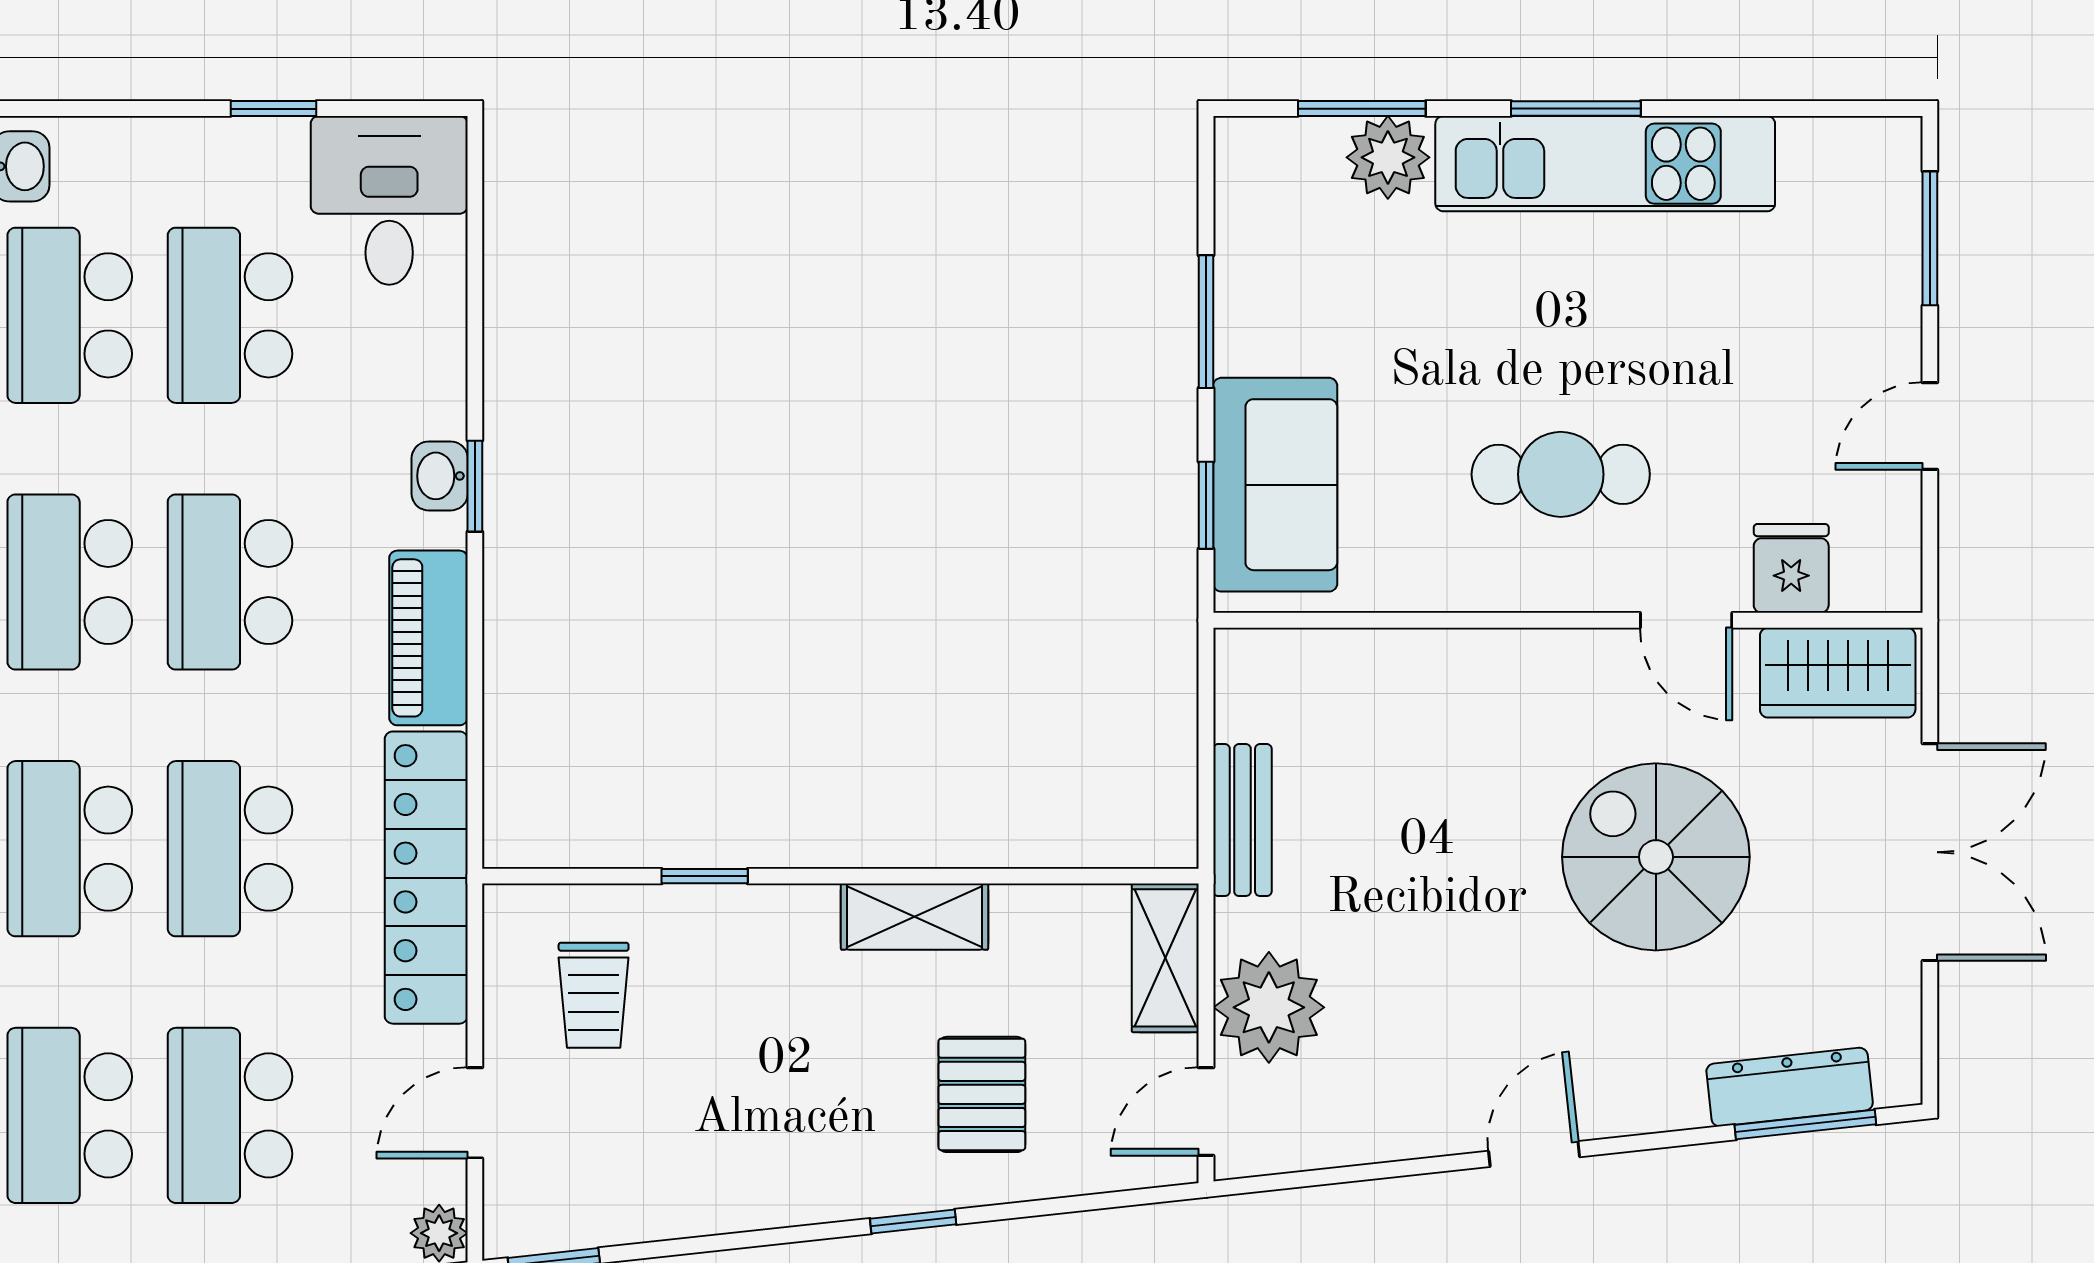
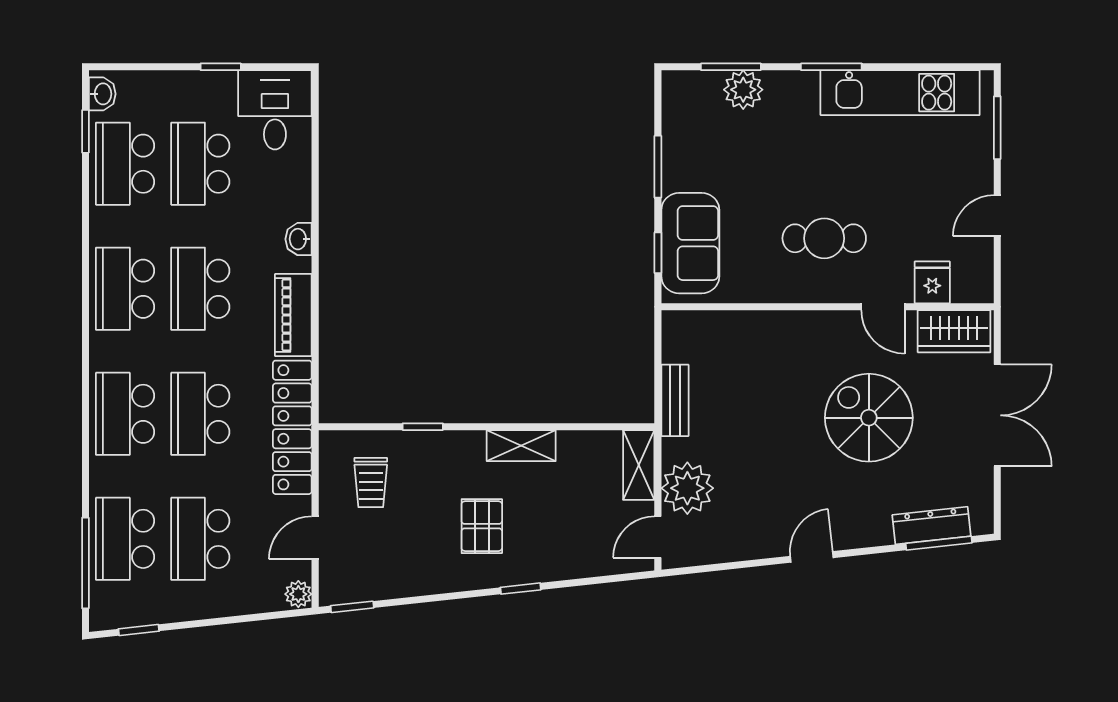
kitchen unit: (1605, 164) -> (900, 93), moved
window: (475, 486) -> (315, 244), removed
pallet: (982, 1094) -> (482, 526), moved

